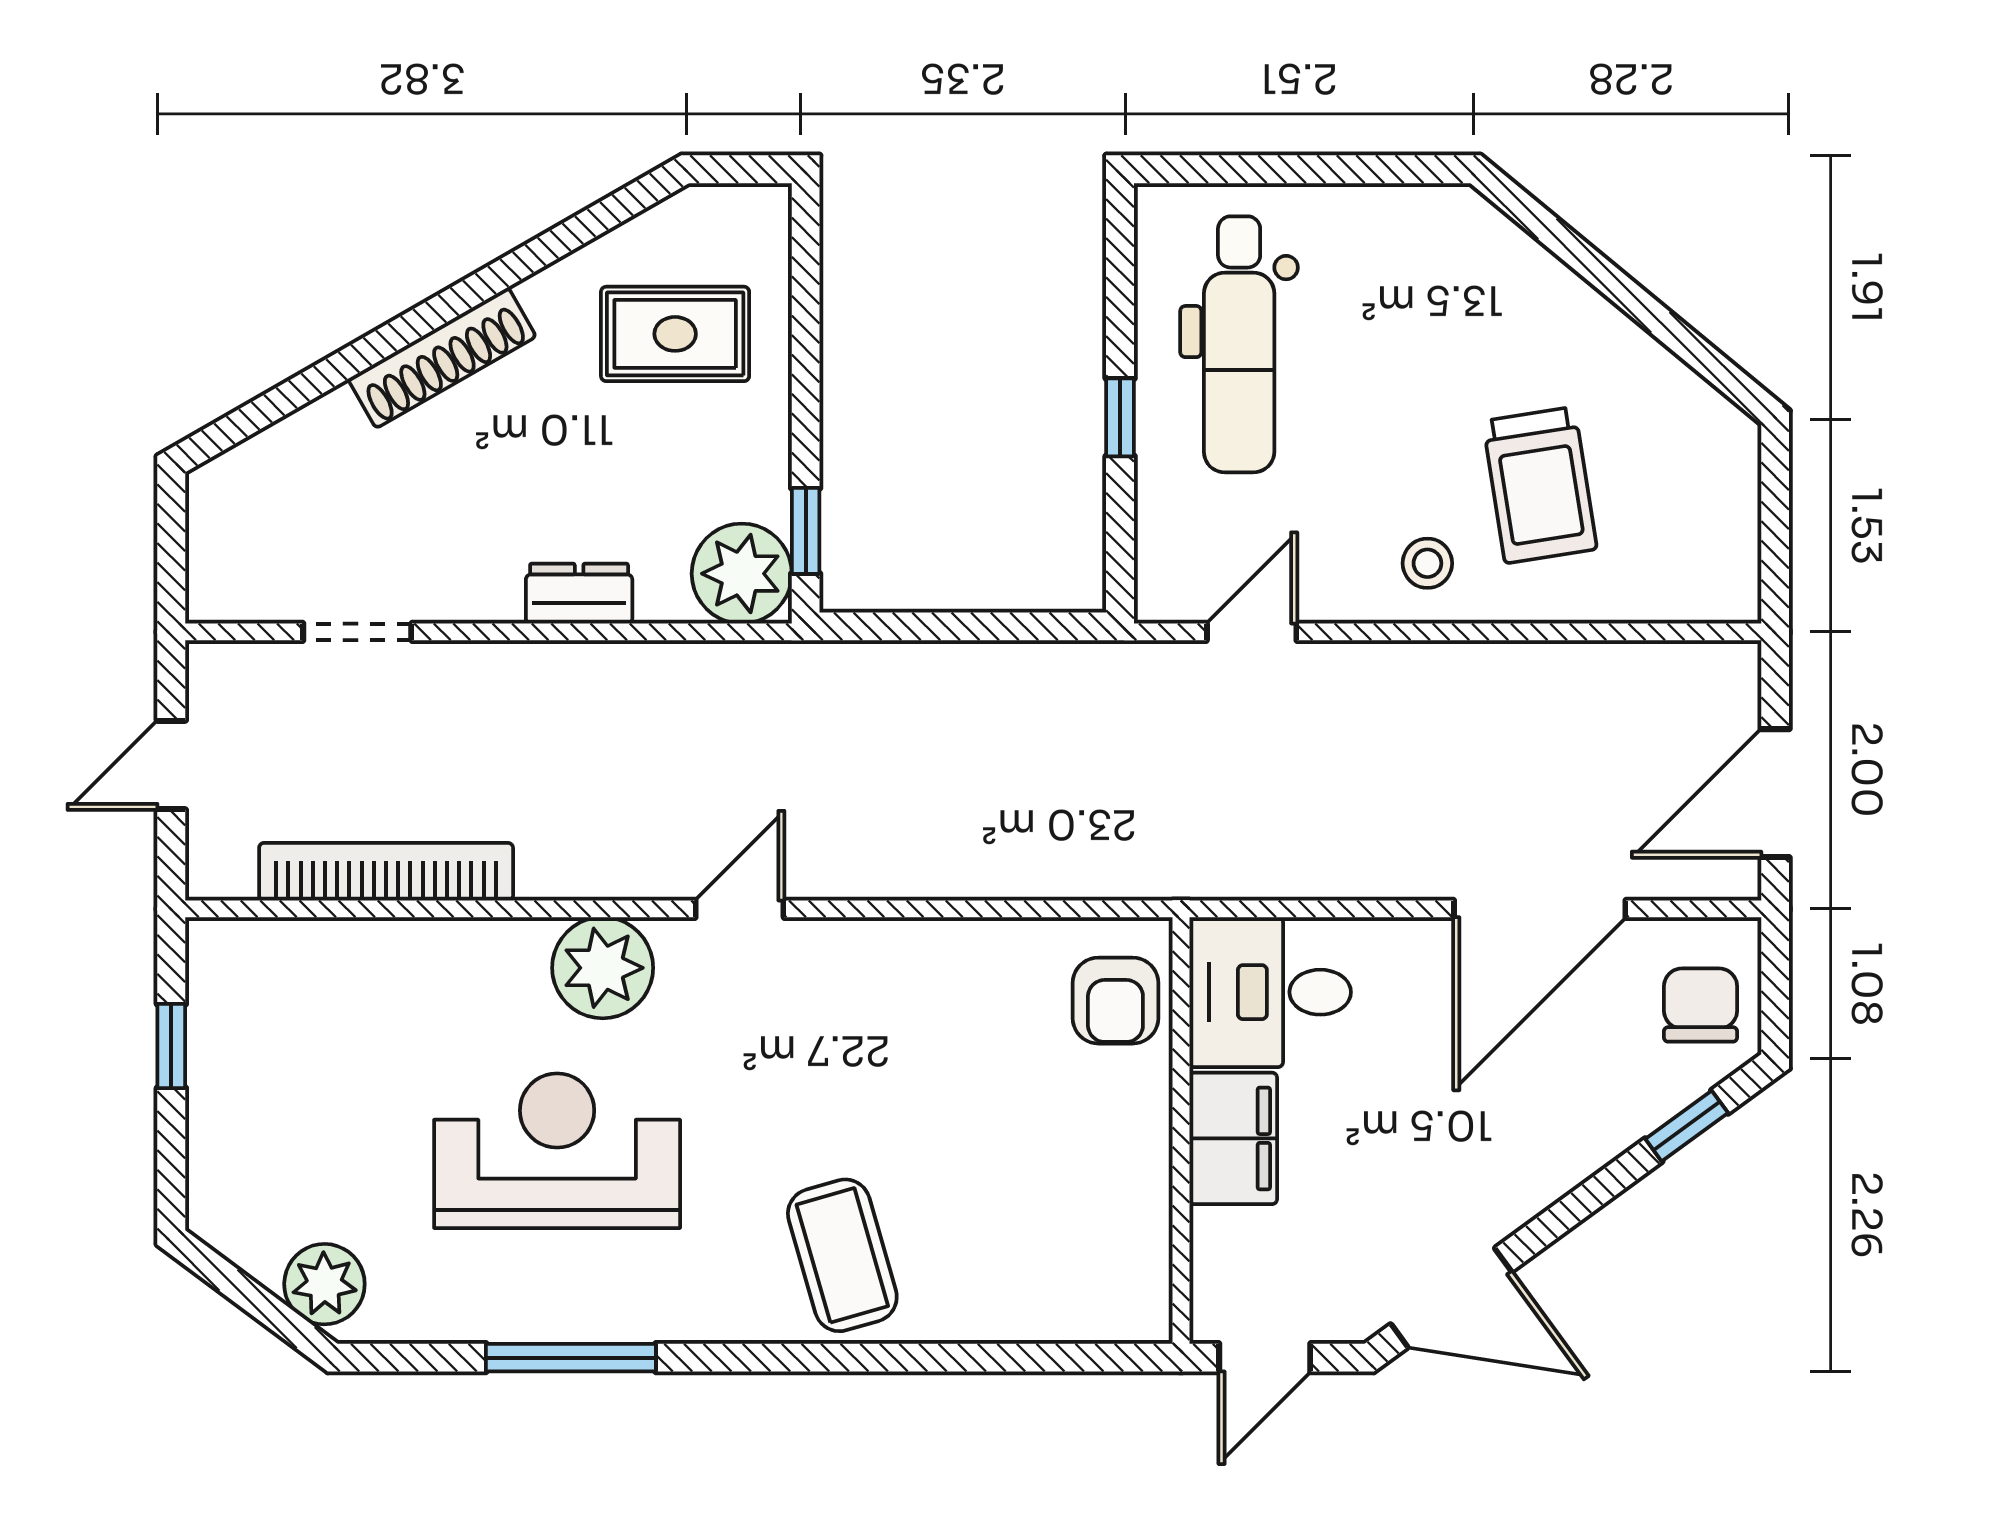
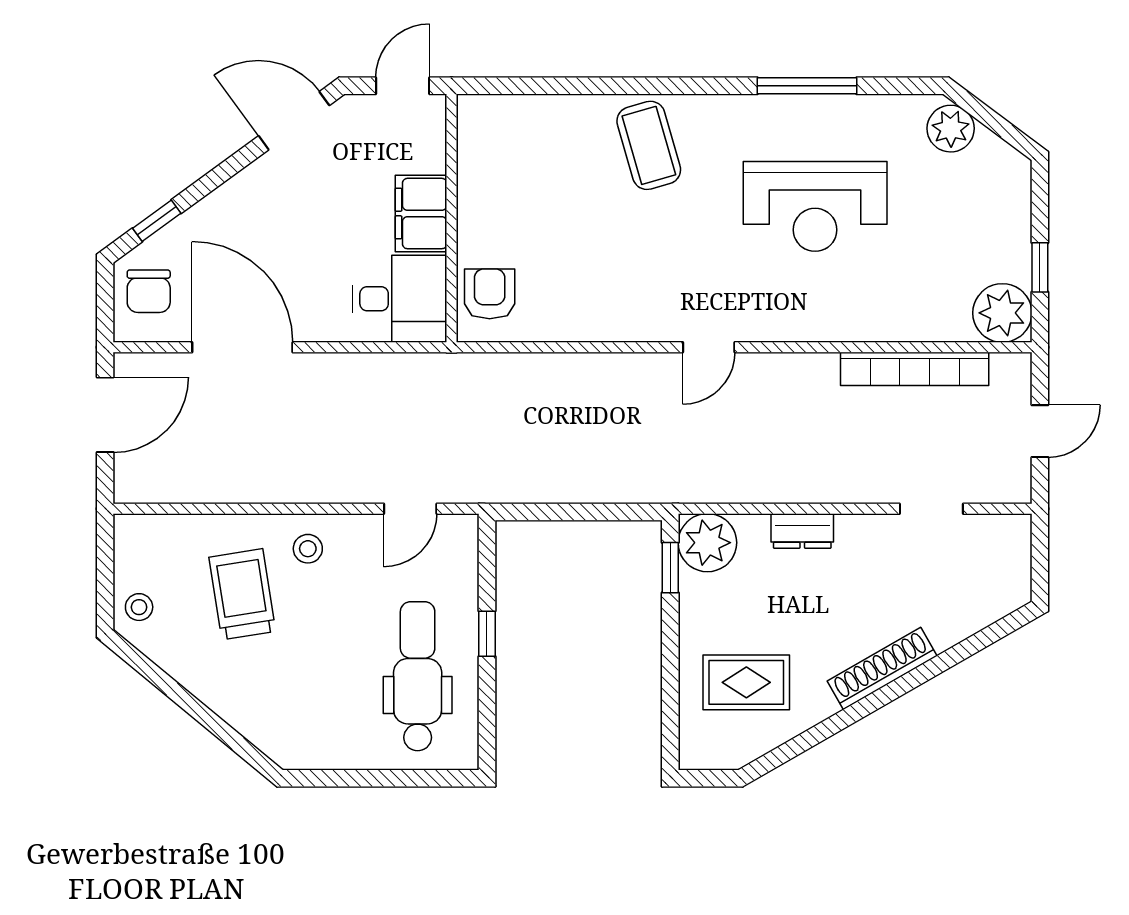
stool: (1717, 463) -> (139, 607), added
door: (1540, 909) -> (242, 347), hinge flipped
plant: (603, 968) -> (1002, 313), moved

